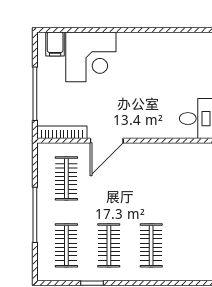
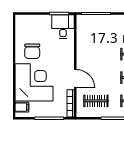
corner desk: (91, 57) -> (34, 82), width x1.36, depth x1.36
chair: (156, 63) -> (32, 51), added

